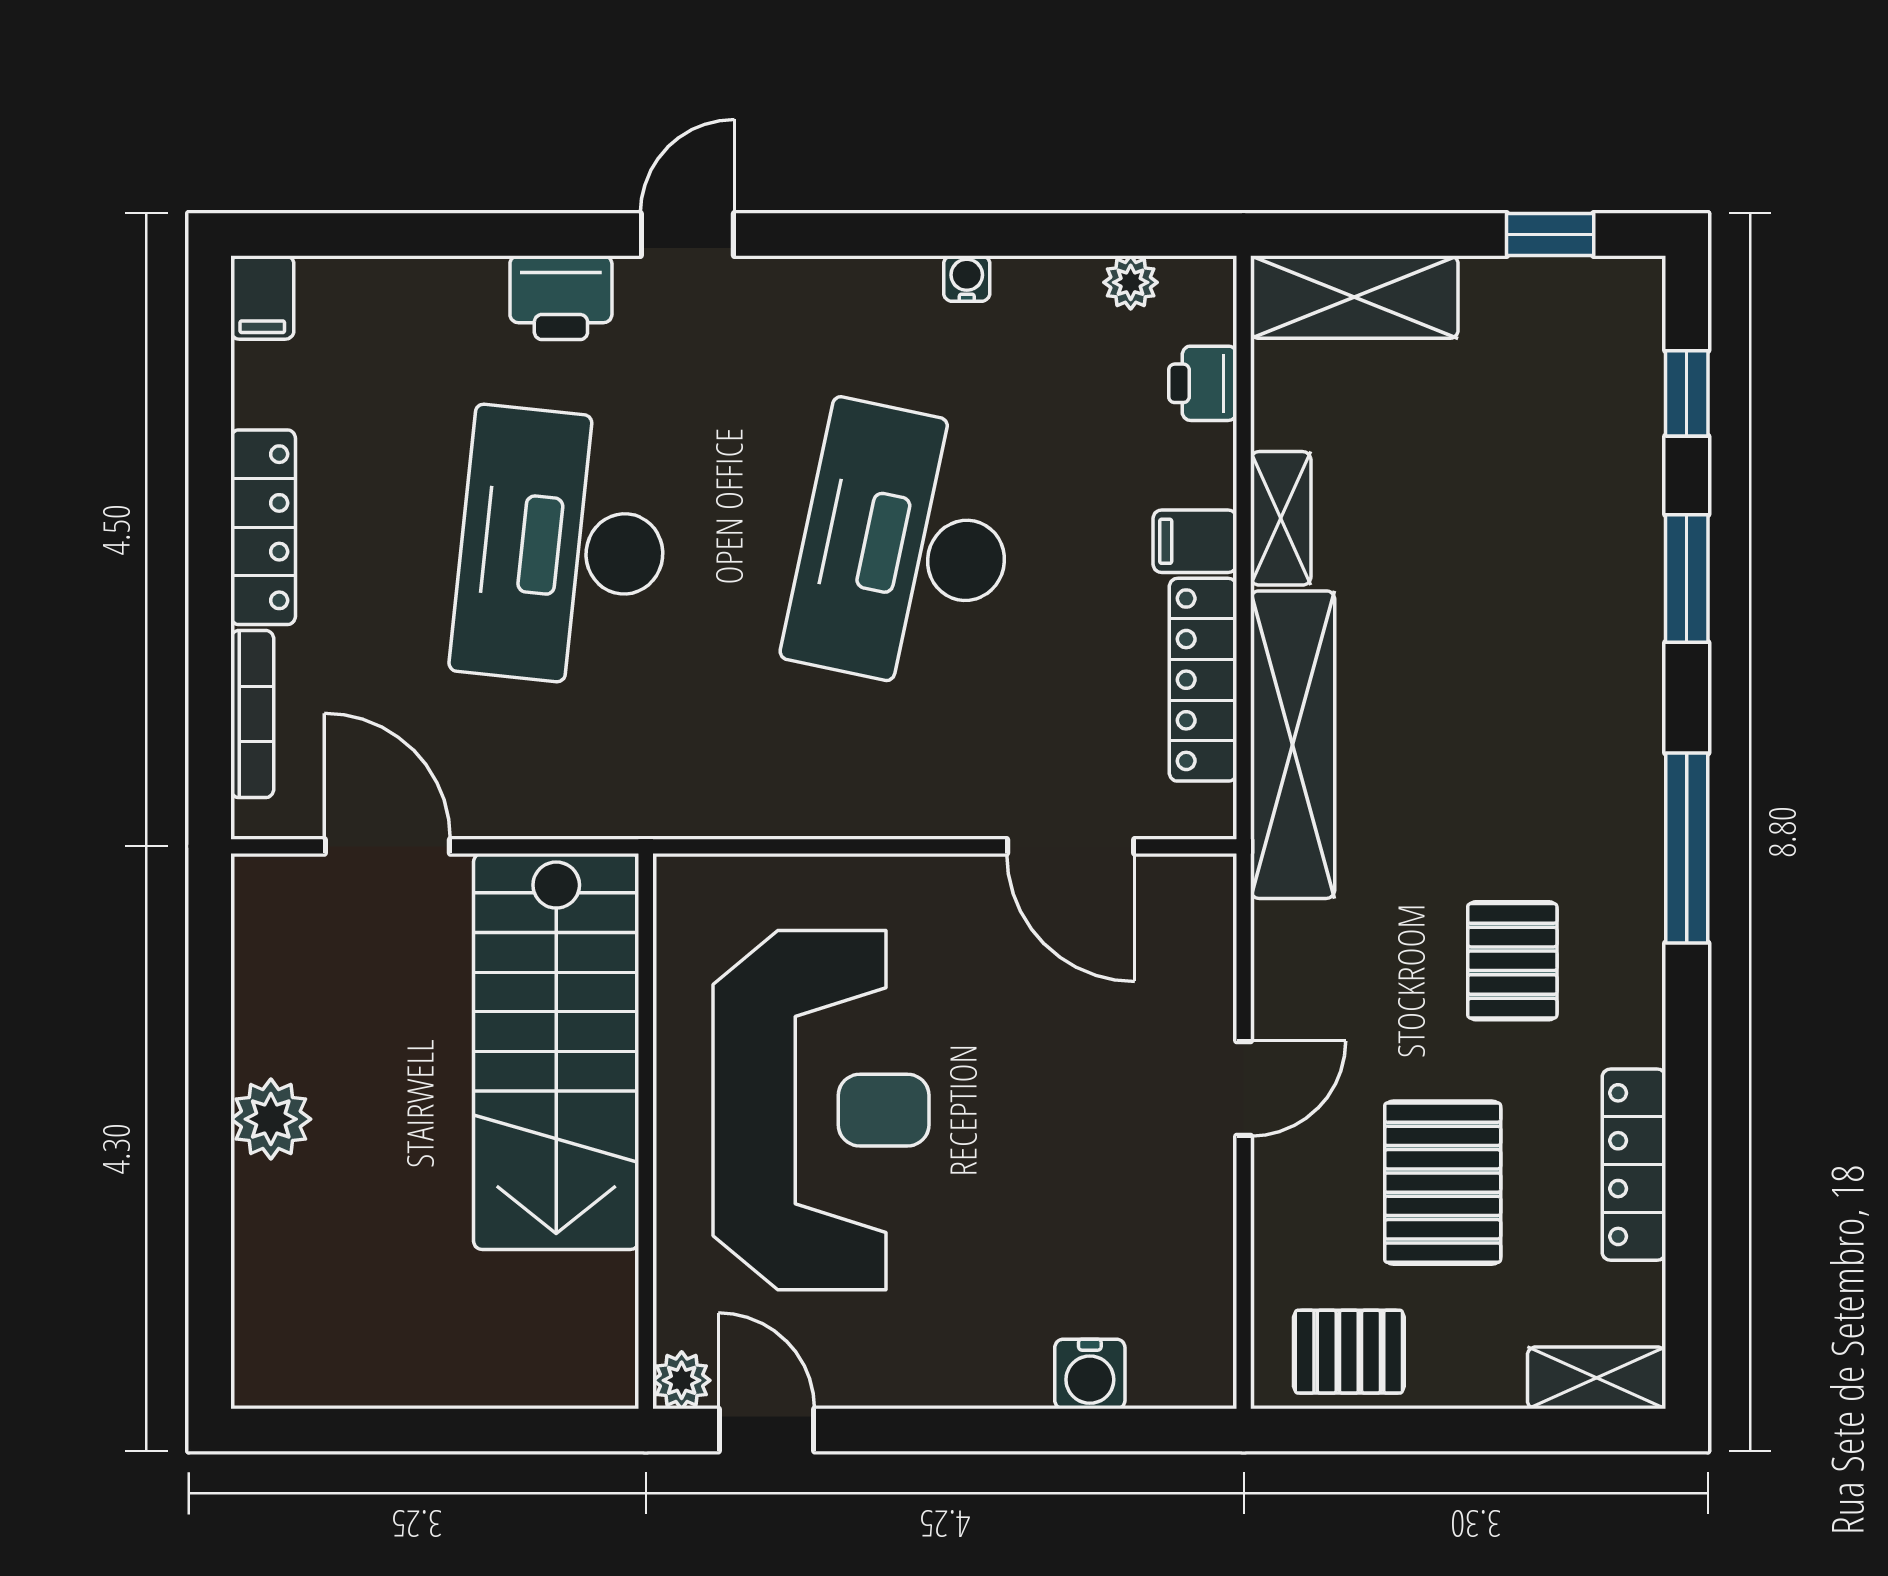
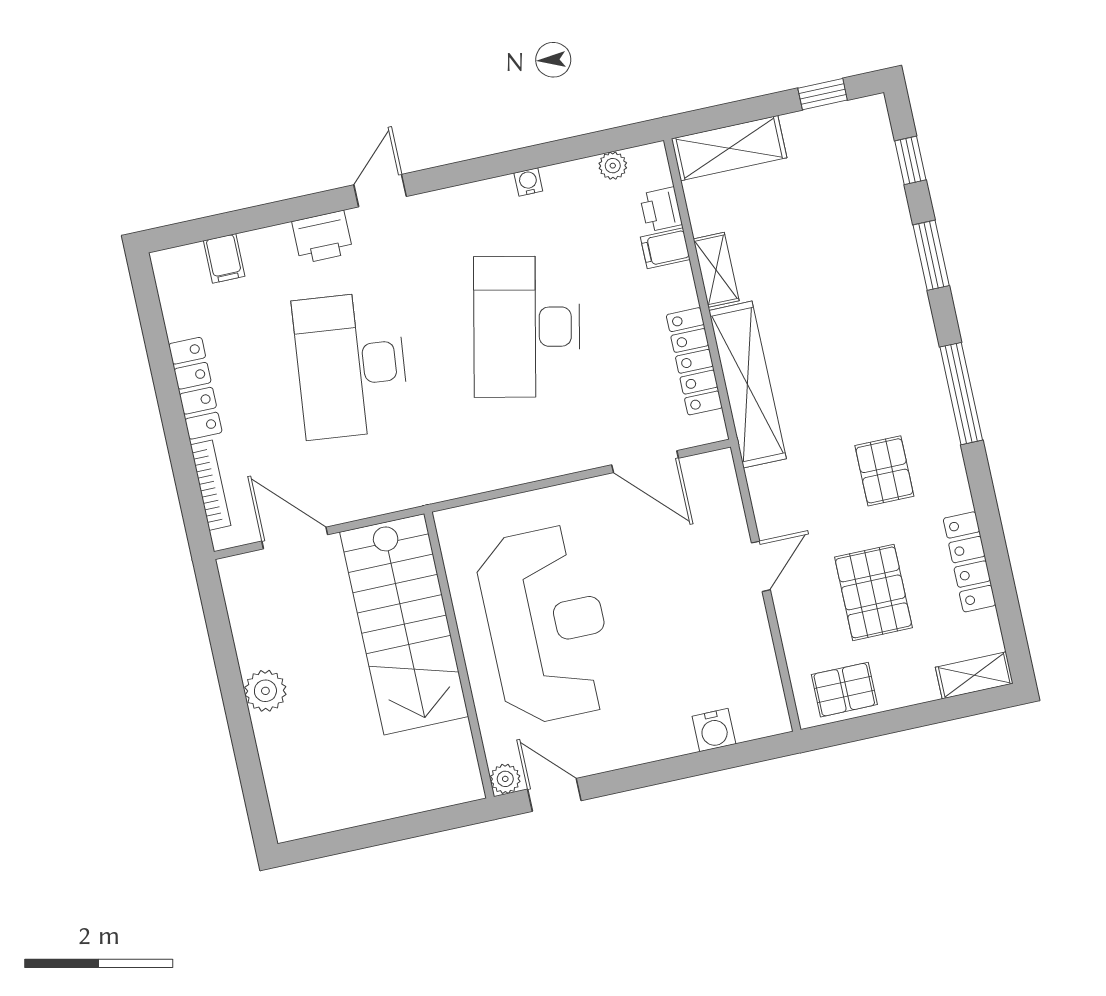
filing cabinet: (262, 297) -> (224, 258), moved
filing cabinet: (1195, 541) -> (665, 248), moved

